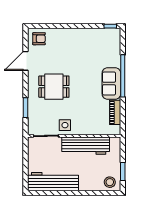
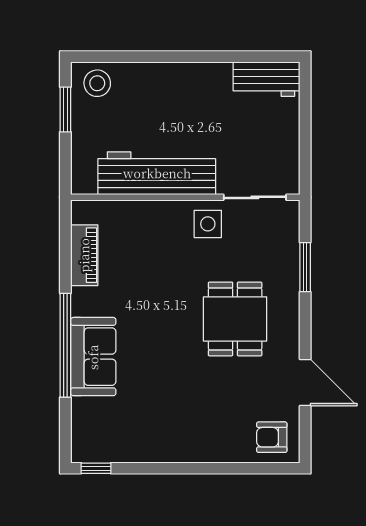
door: (26, 61) -> (305, 382), hinge flipped
sofa: (111, 83) -> (93, 357), moved
dining table: (54, 87) -> (235, 319), turned 90
workbench: (53, 182) -> (266, 79), width x0.53, depth x0.76

